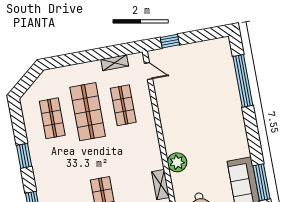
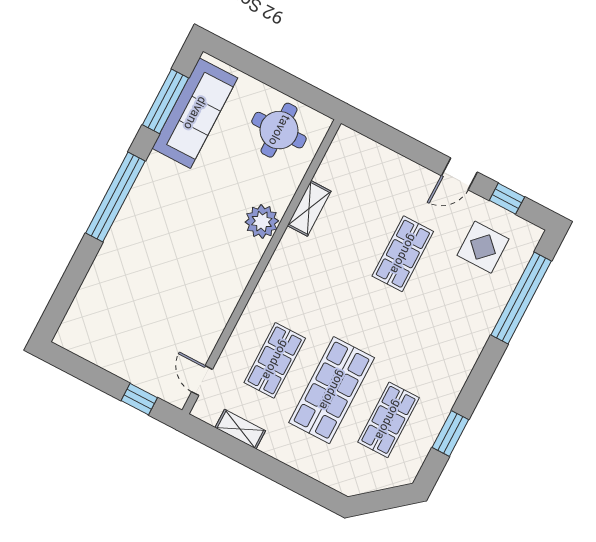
window: (243, 81) -> (115, 197), moved
window: (24, 156) -> (450, 433), moved

